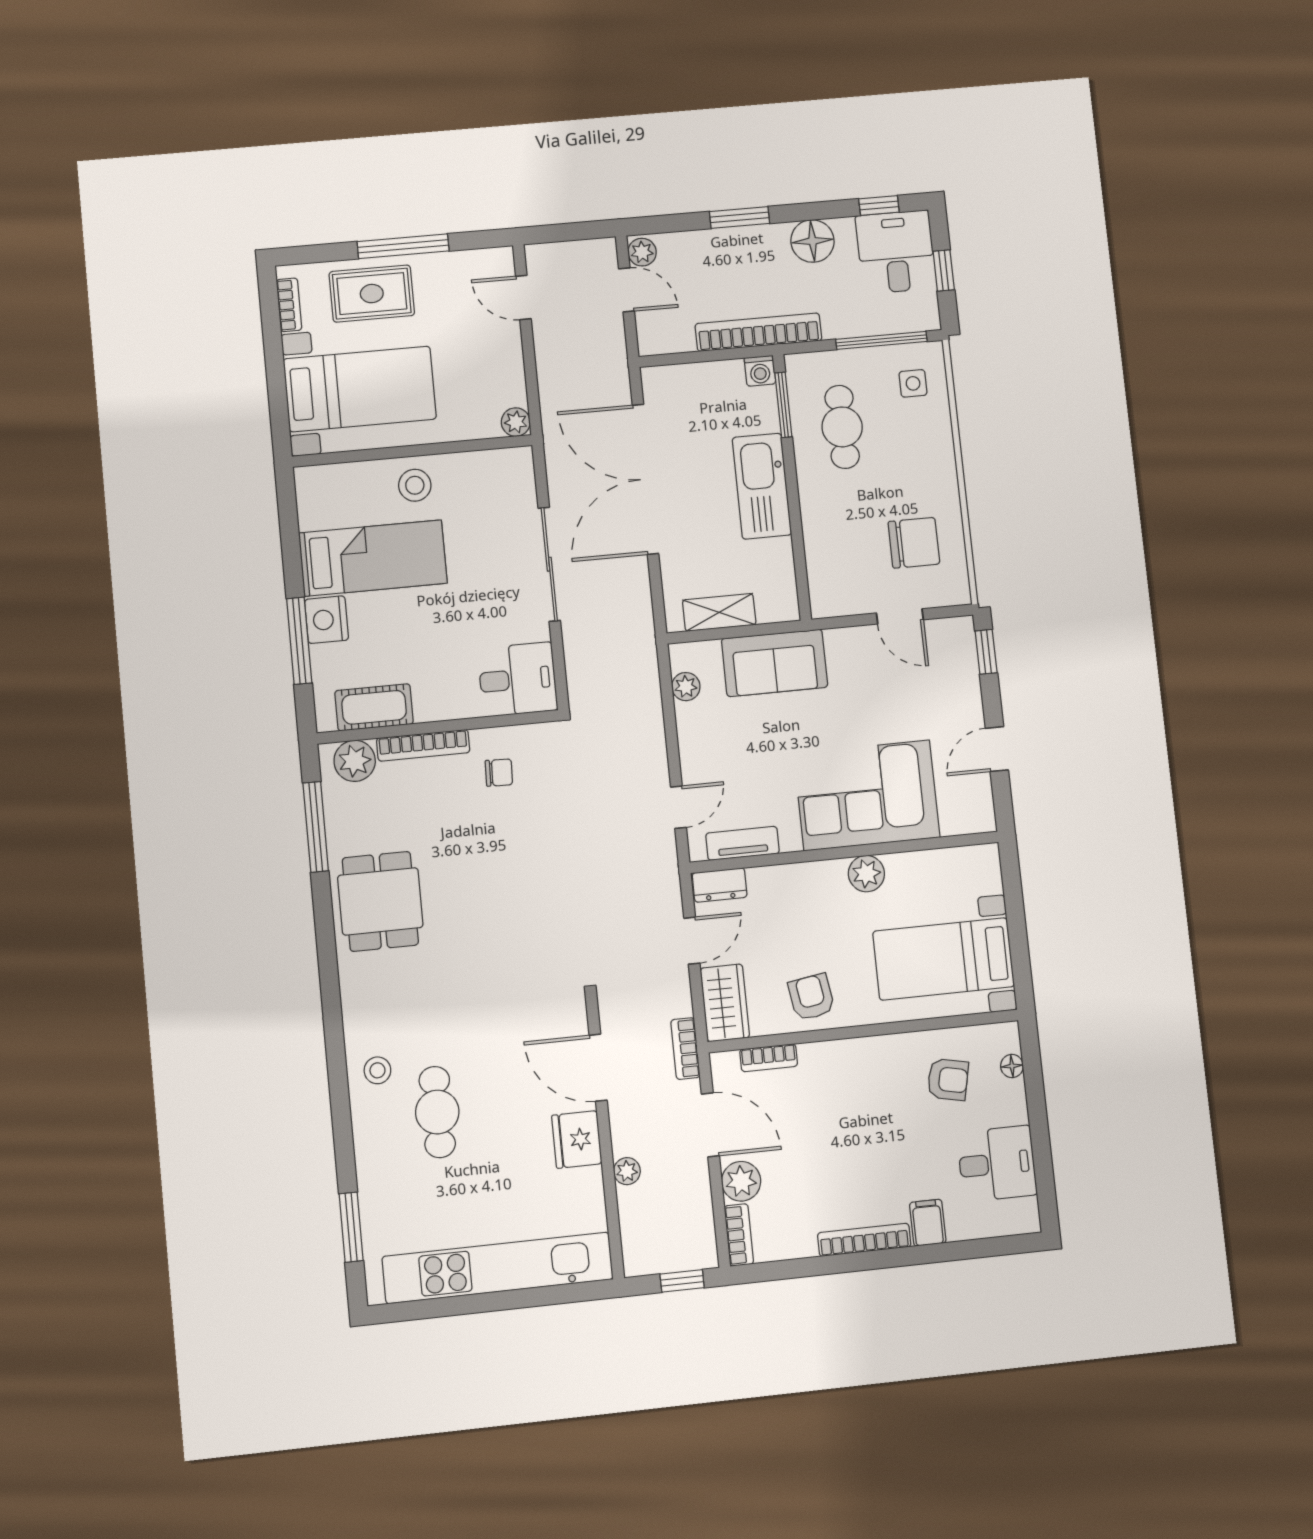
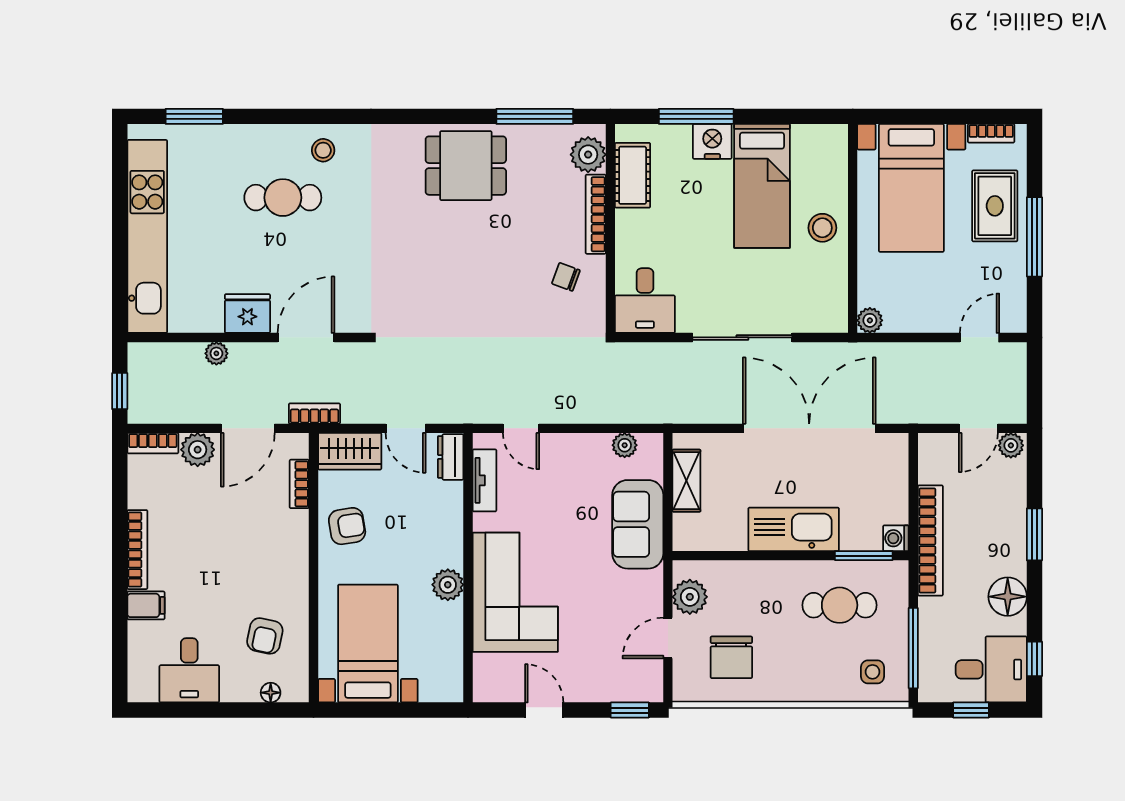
plant: (851, 596) -> (690, 597), added
chair: (499, 773) -> (566, 277), turned 108

